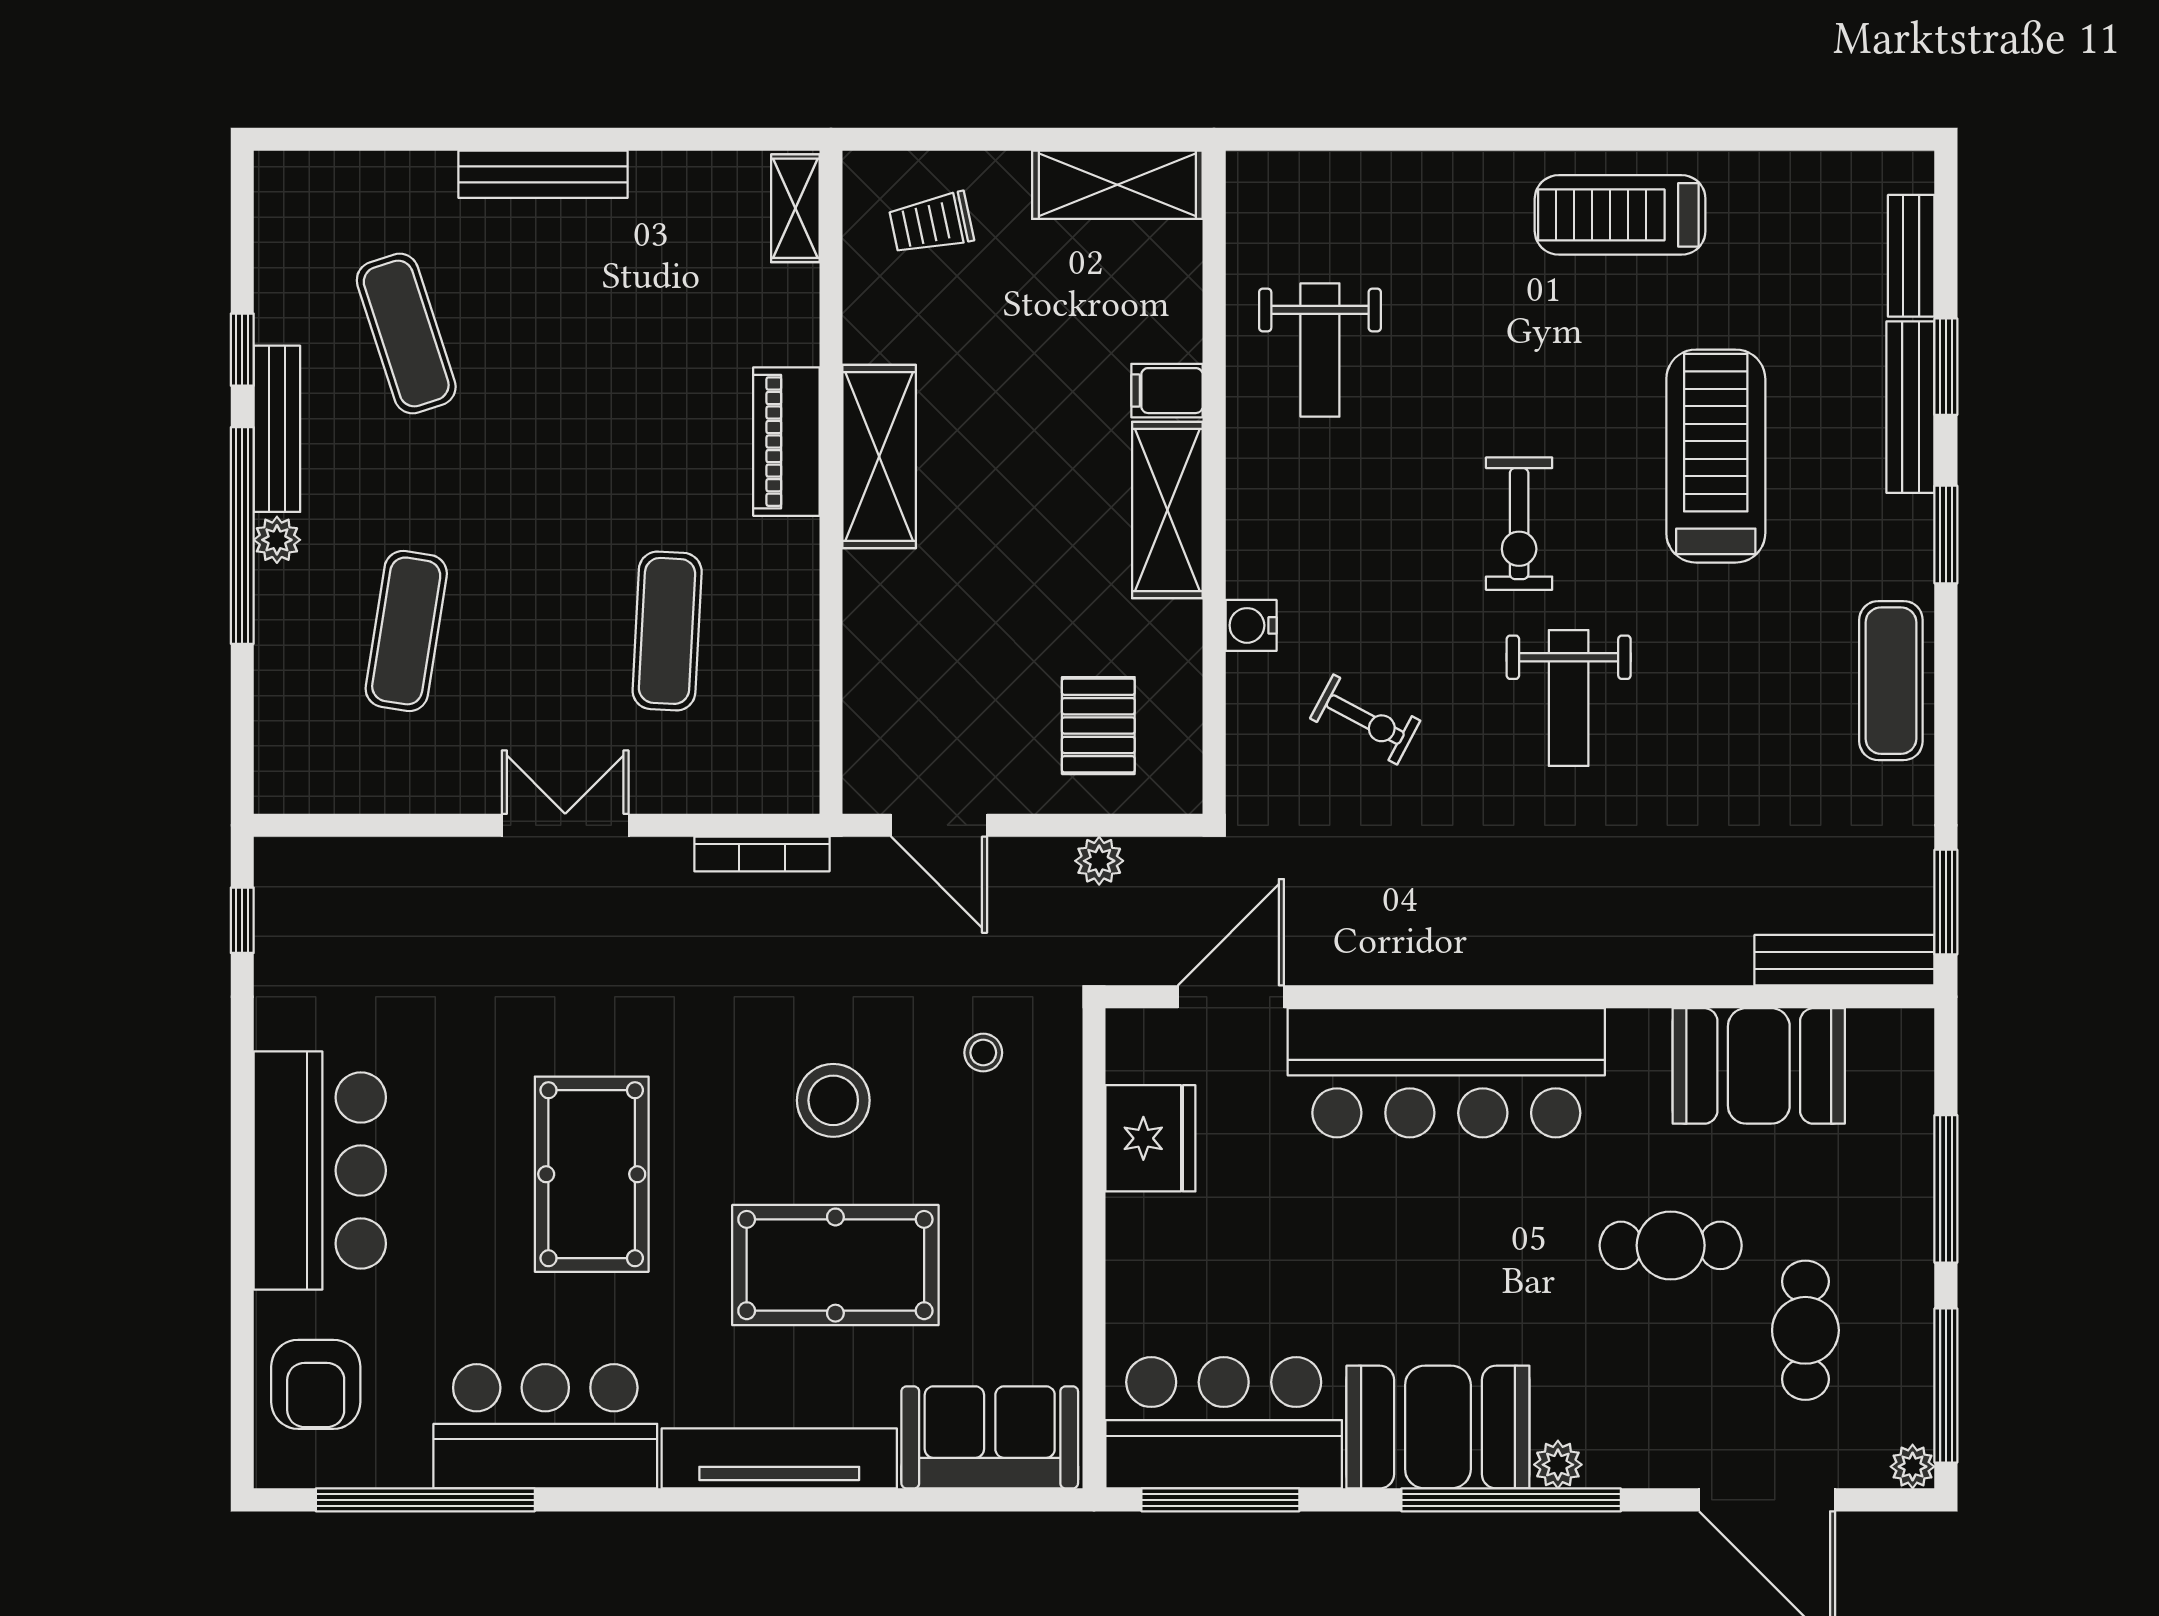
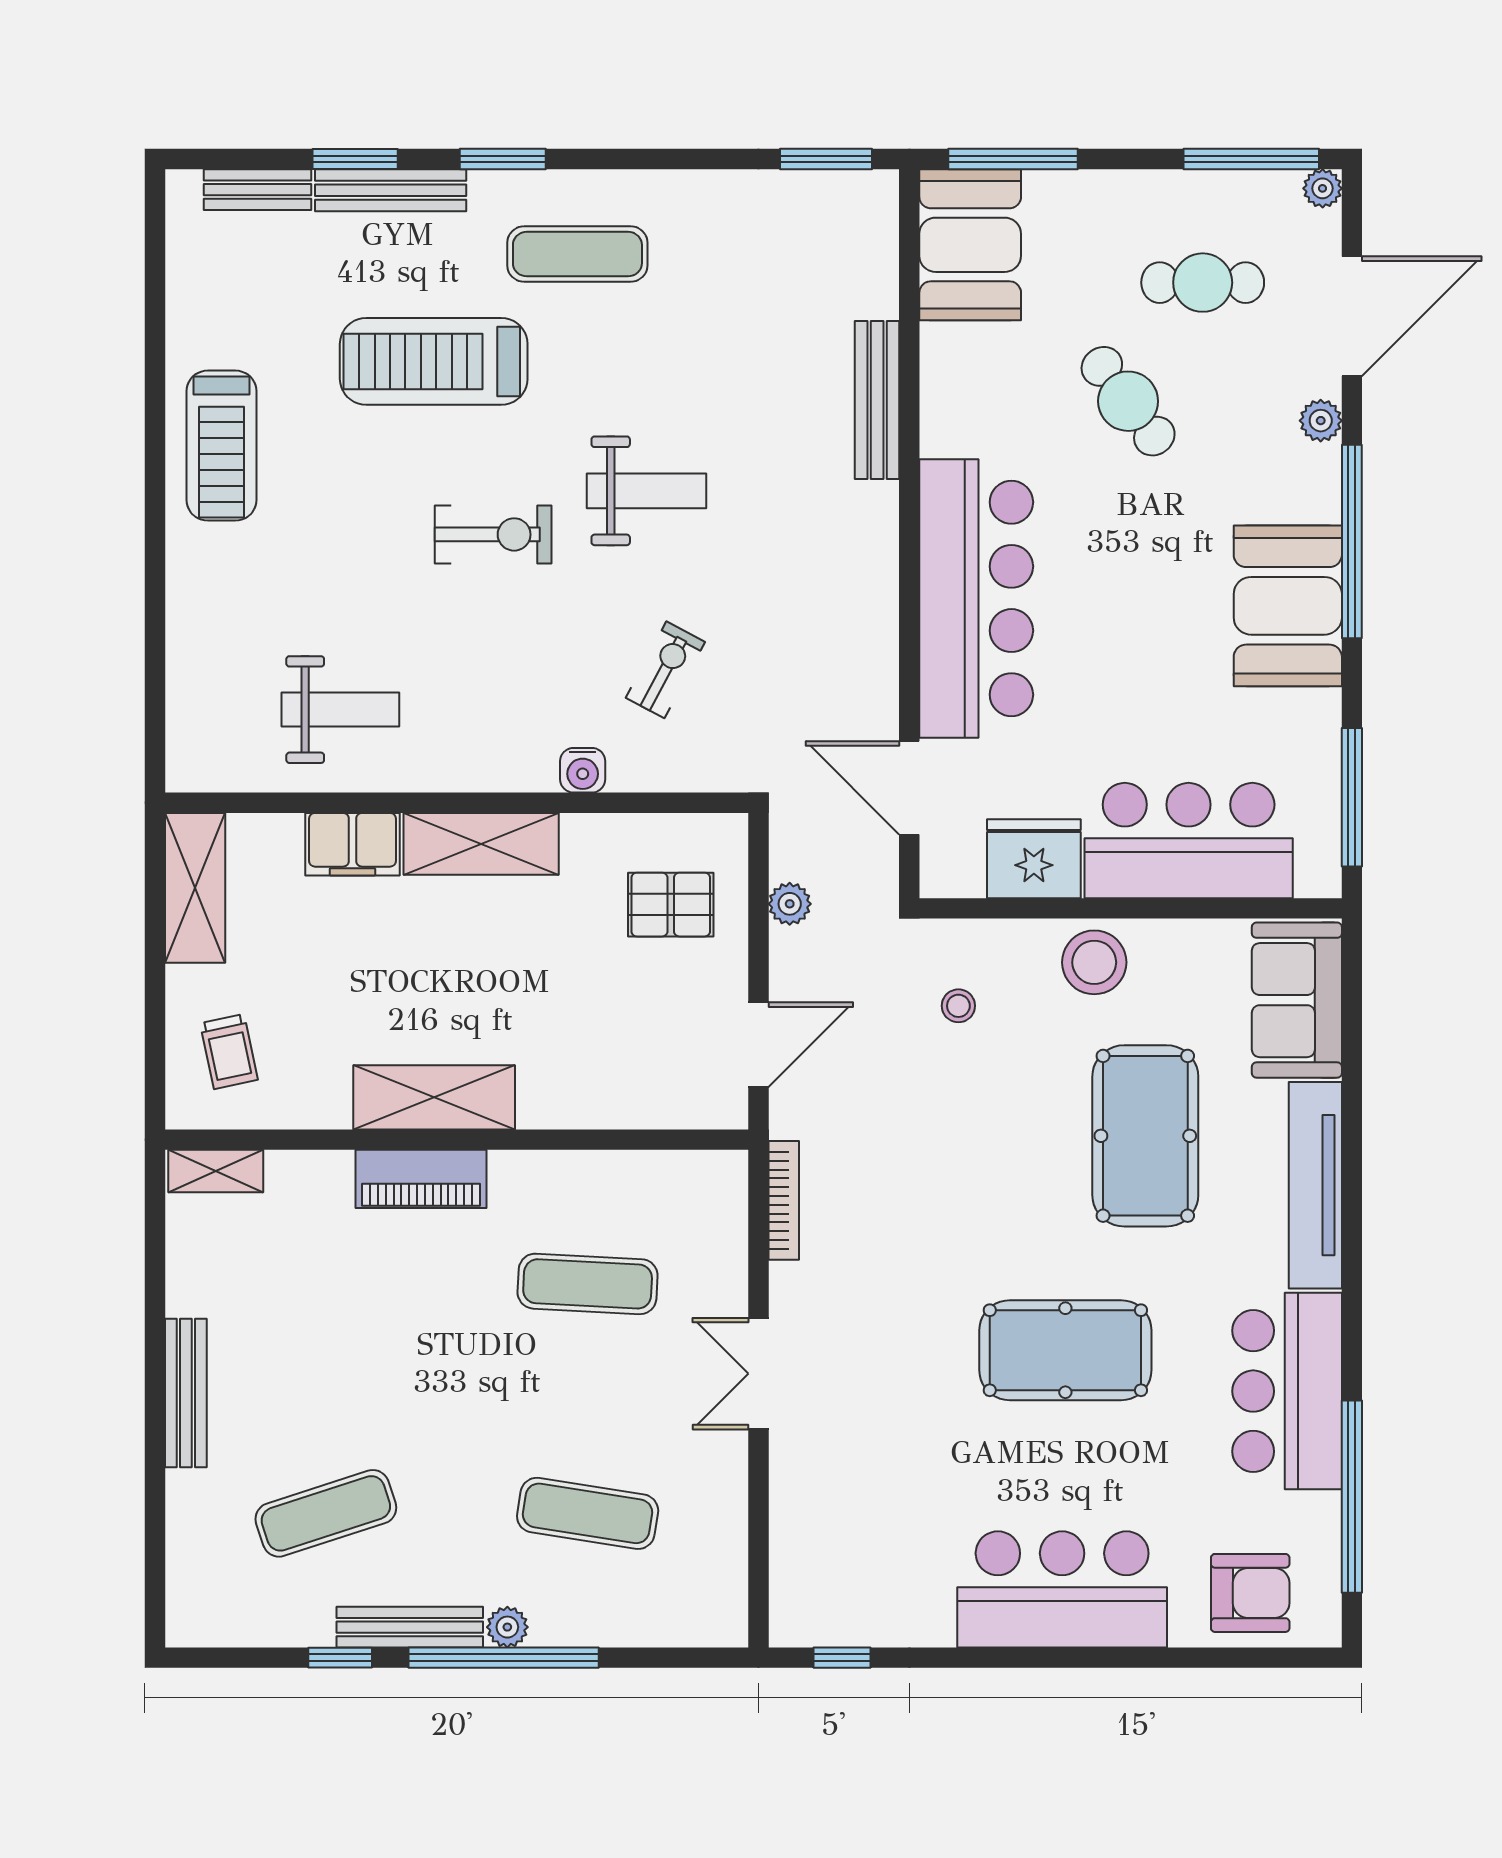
filing cabinet: (1167, 391) -> (353, 844), width x2.00
exercise mat: (1891, 681) -> (577, 254), moved
bench: (1844, 960) -> (877, 400), moved
booth: (1759, 1066) -> (970, 245), moved
stool: (833, 1100) -> (1094, 962), moved
window: (1946, 1189) -> (1013, 159), moved
cafe table: (1671, 1245) -> (1128, 401), turned -37
bar counter: (1224, 1423) -> (1189, 841), moved, turned 90
plant: (1558, 1465) -> (1321, 421), moved

